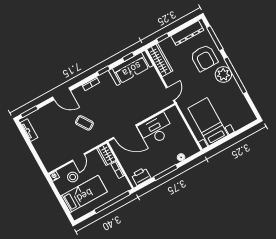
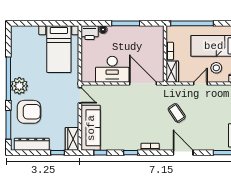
armchair: (204, 58) -> (29, 112), turned 90
wardrobe: (160, 60) -> (72, 139), width x0.67
sofa: (131, 68) -> (91, 128), moved, turned 90
door: (170, 94) -> (80, 95), swing flipped
printer: (141, 176) -> (90, 33), moved

